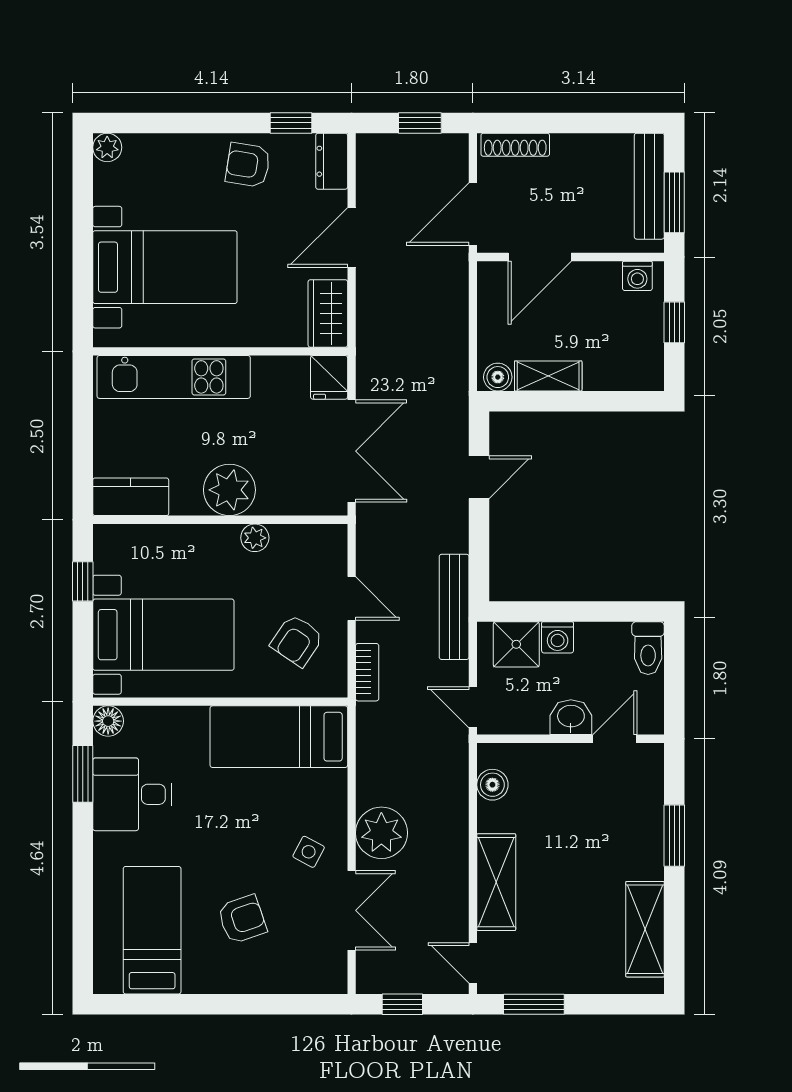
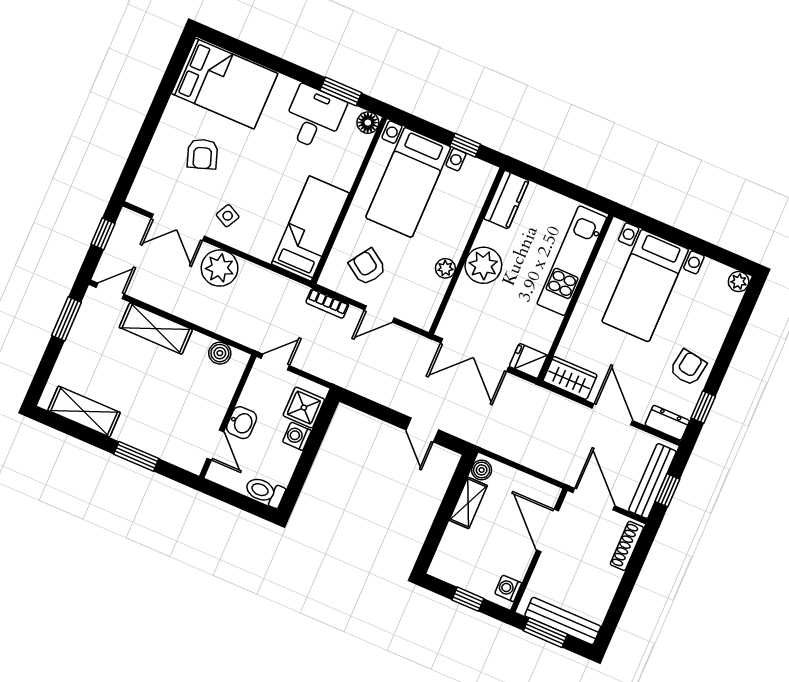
bench: (454, 607) -> (652, 481), moved, turned 90
bed: (152, 930) -> (224, 84), width x1.50

